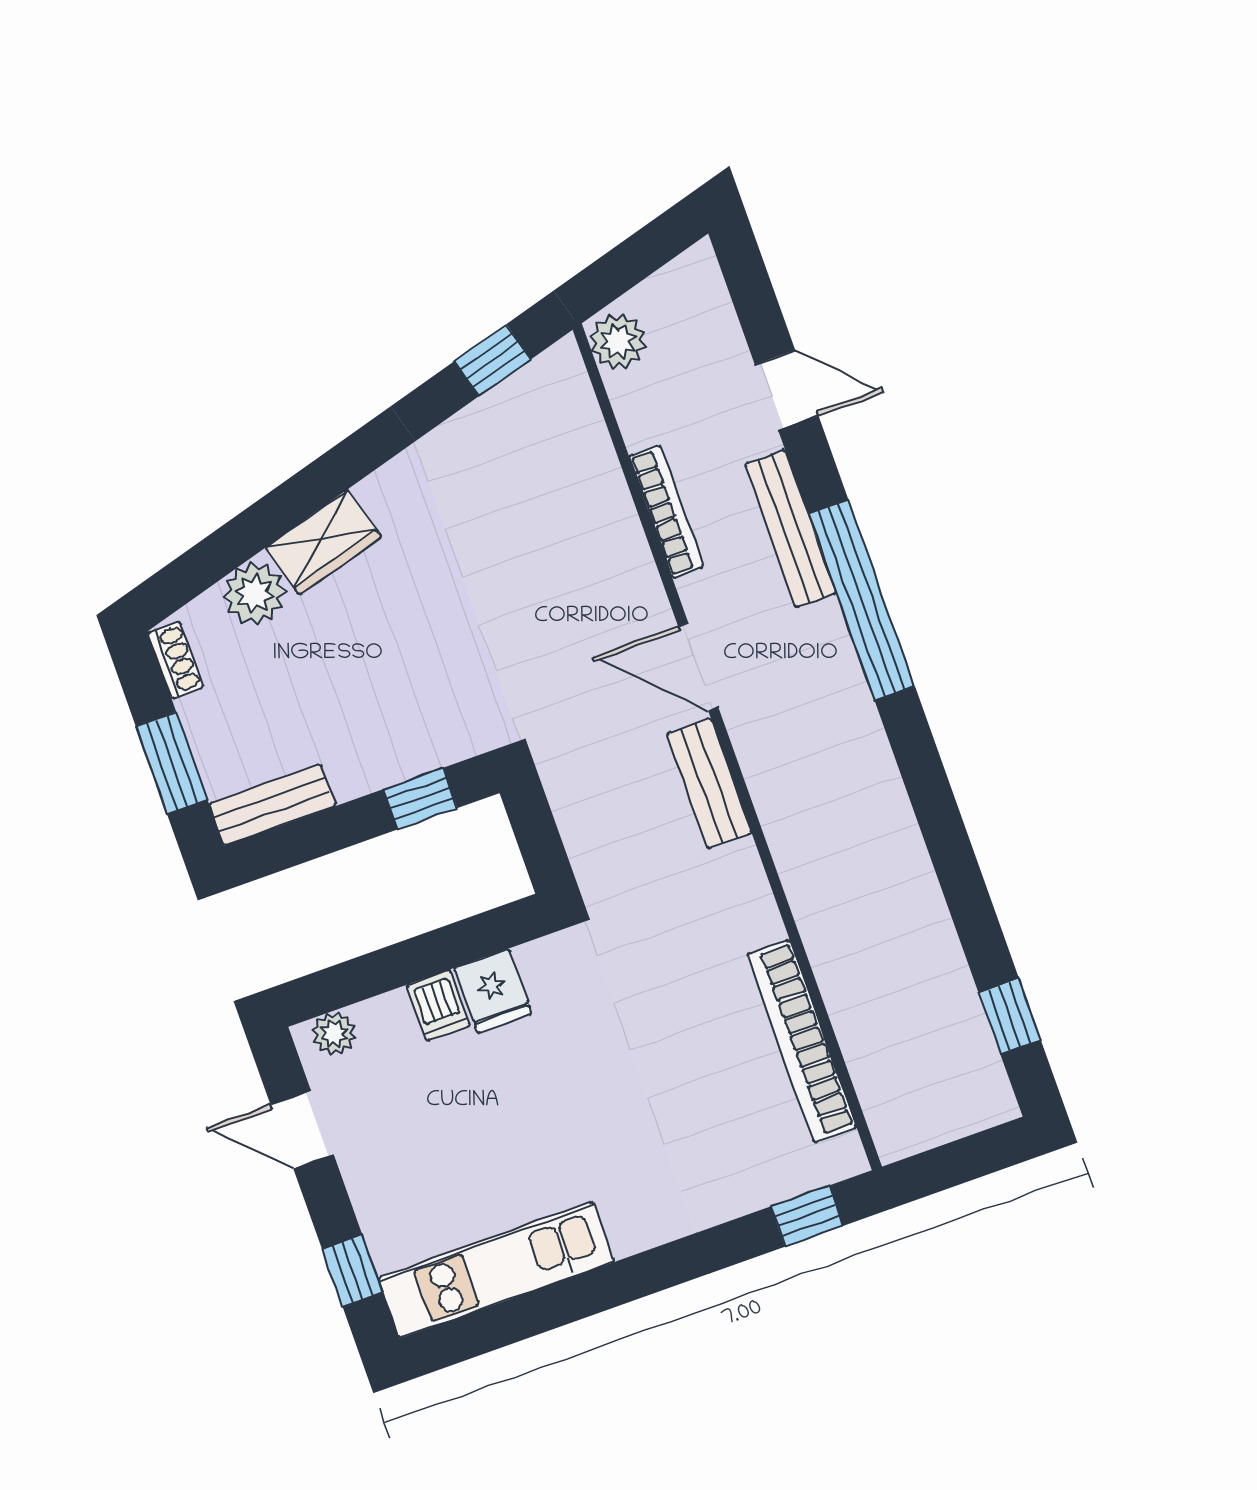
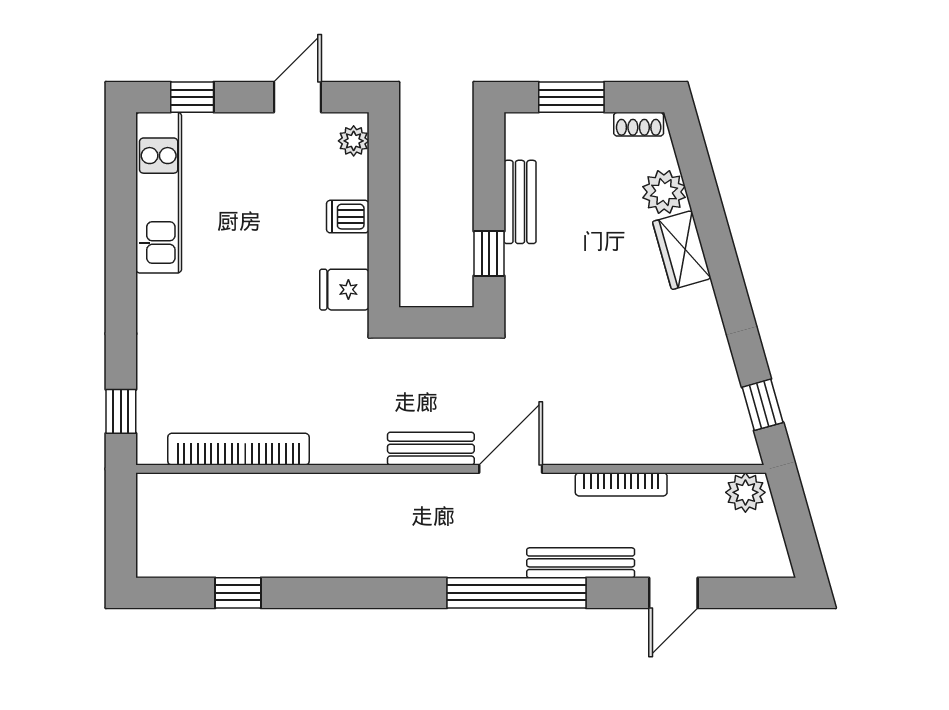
bench: (272, 805) -> (520, 202), moved
fridge: (493, 991) -> (344, 290), moved
window: (1010, 1016) -> (238, 593), moved

